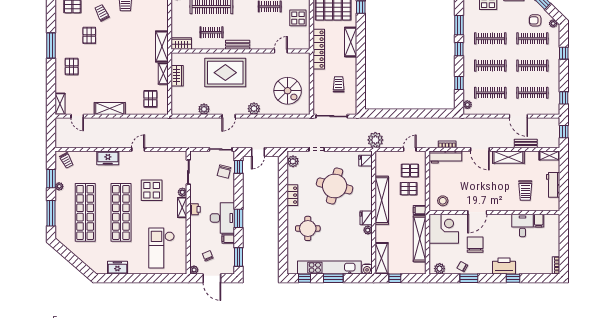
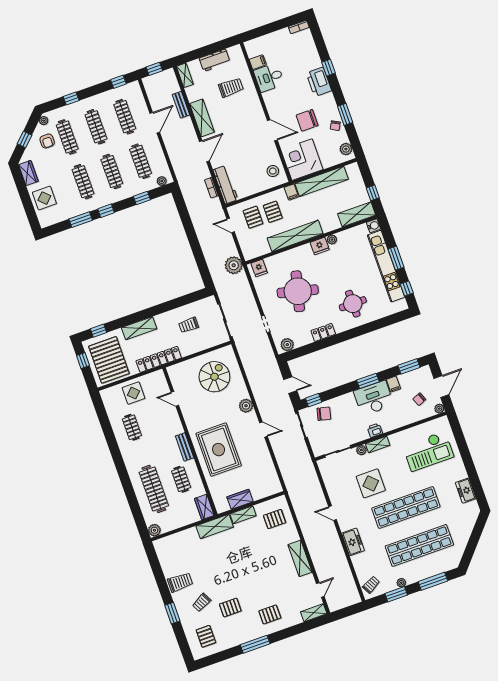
plant: (204, 109) -> (265, 458), removed

